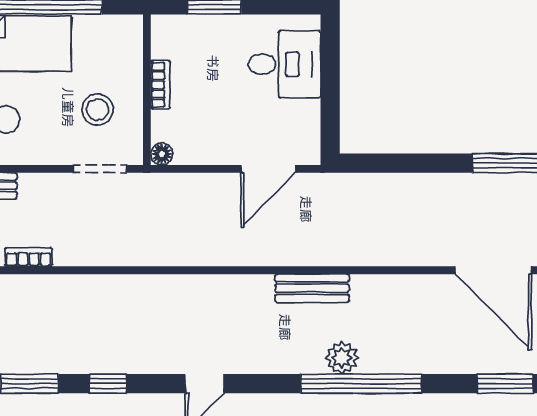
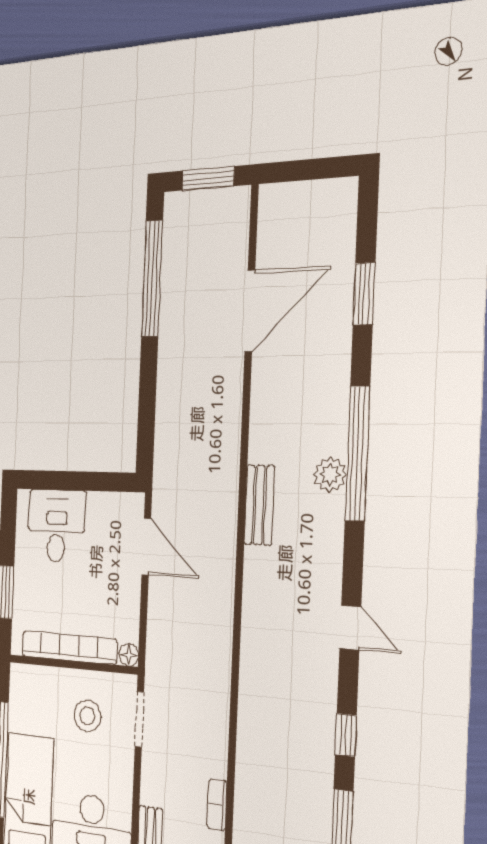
bookcase: (160, 85) -> (69, 648), width x2.31, depth x1.31

